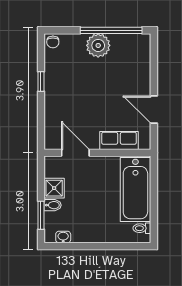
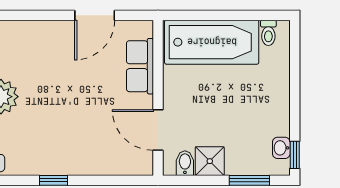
door: (75, 153) -> (158, 130), hinge flipped
bidet: (53, 205) -> (185, 163), moved
window: (58, 246) -> (295, 155), added

